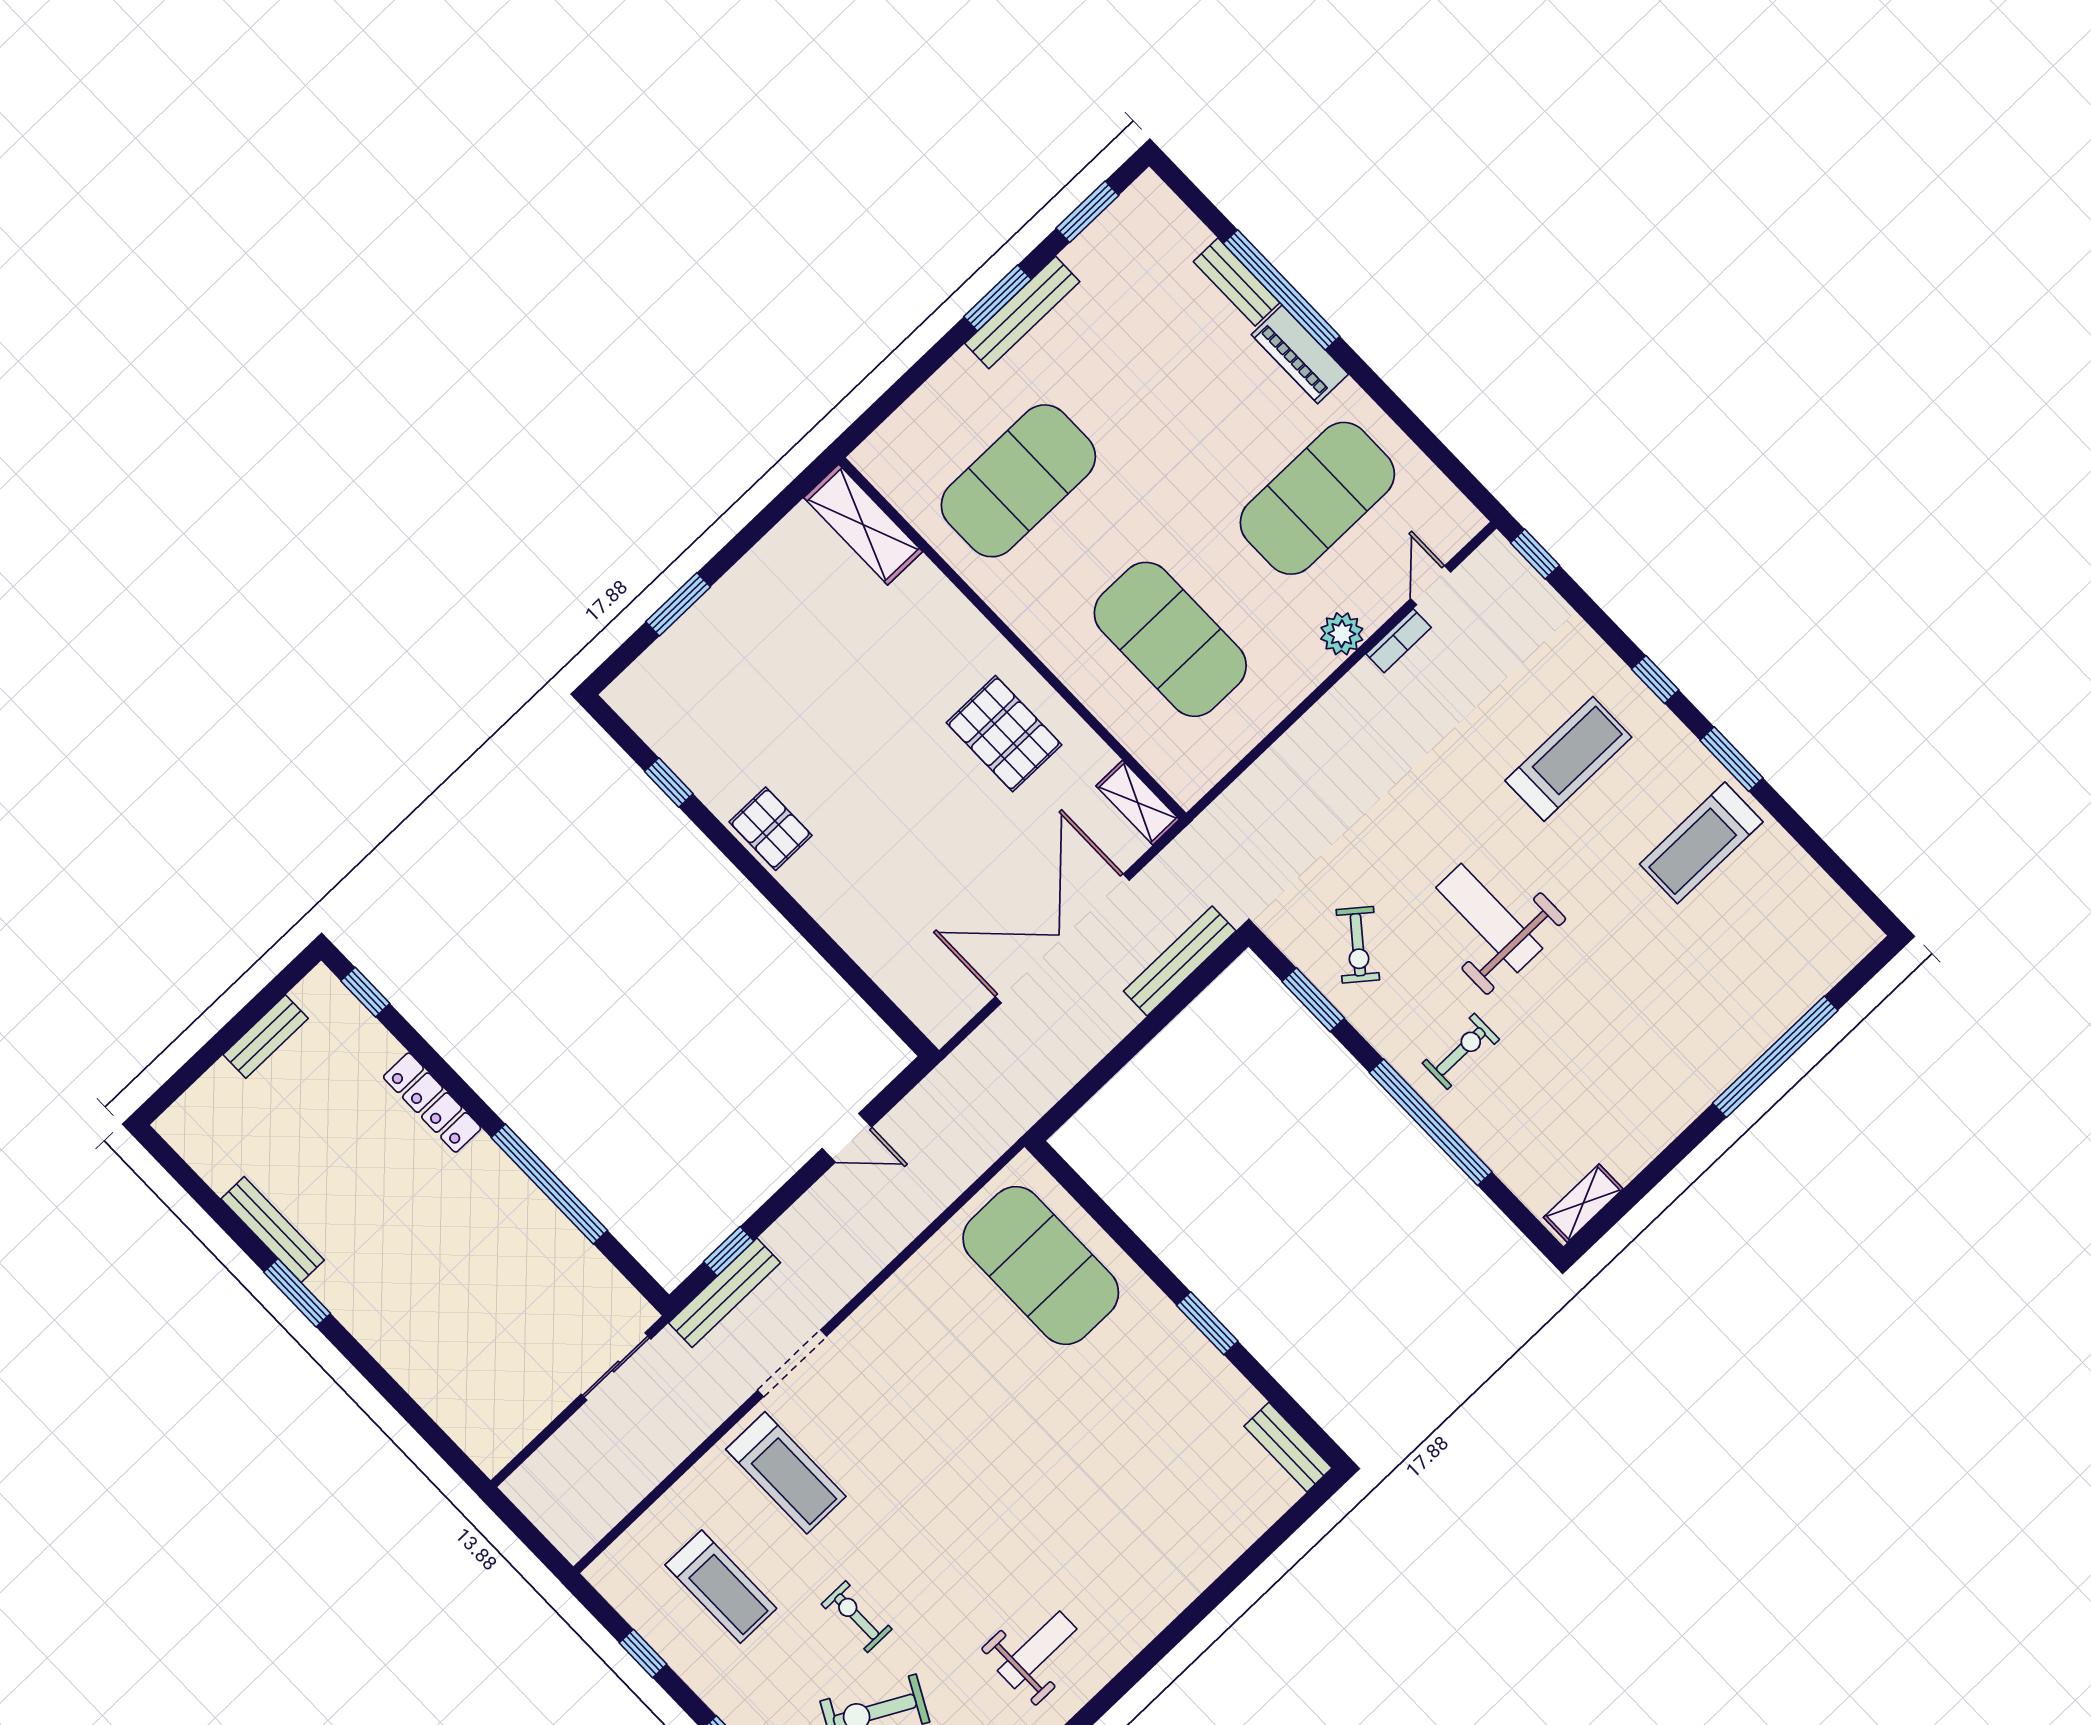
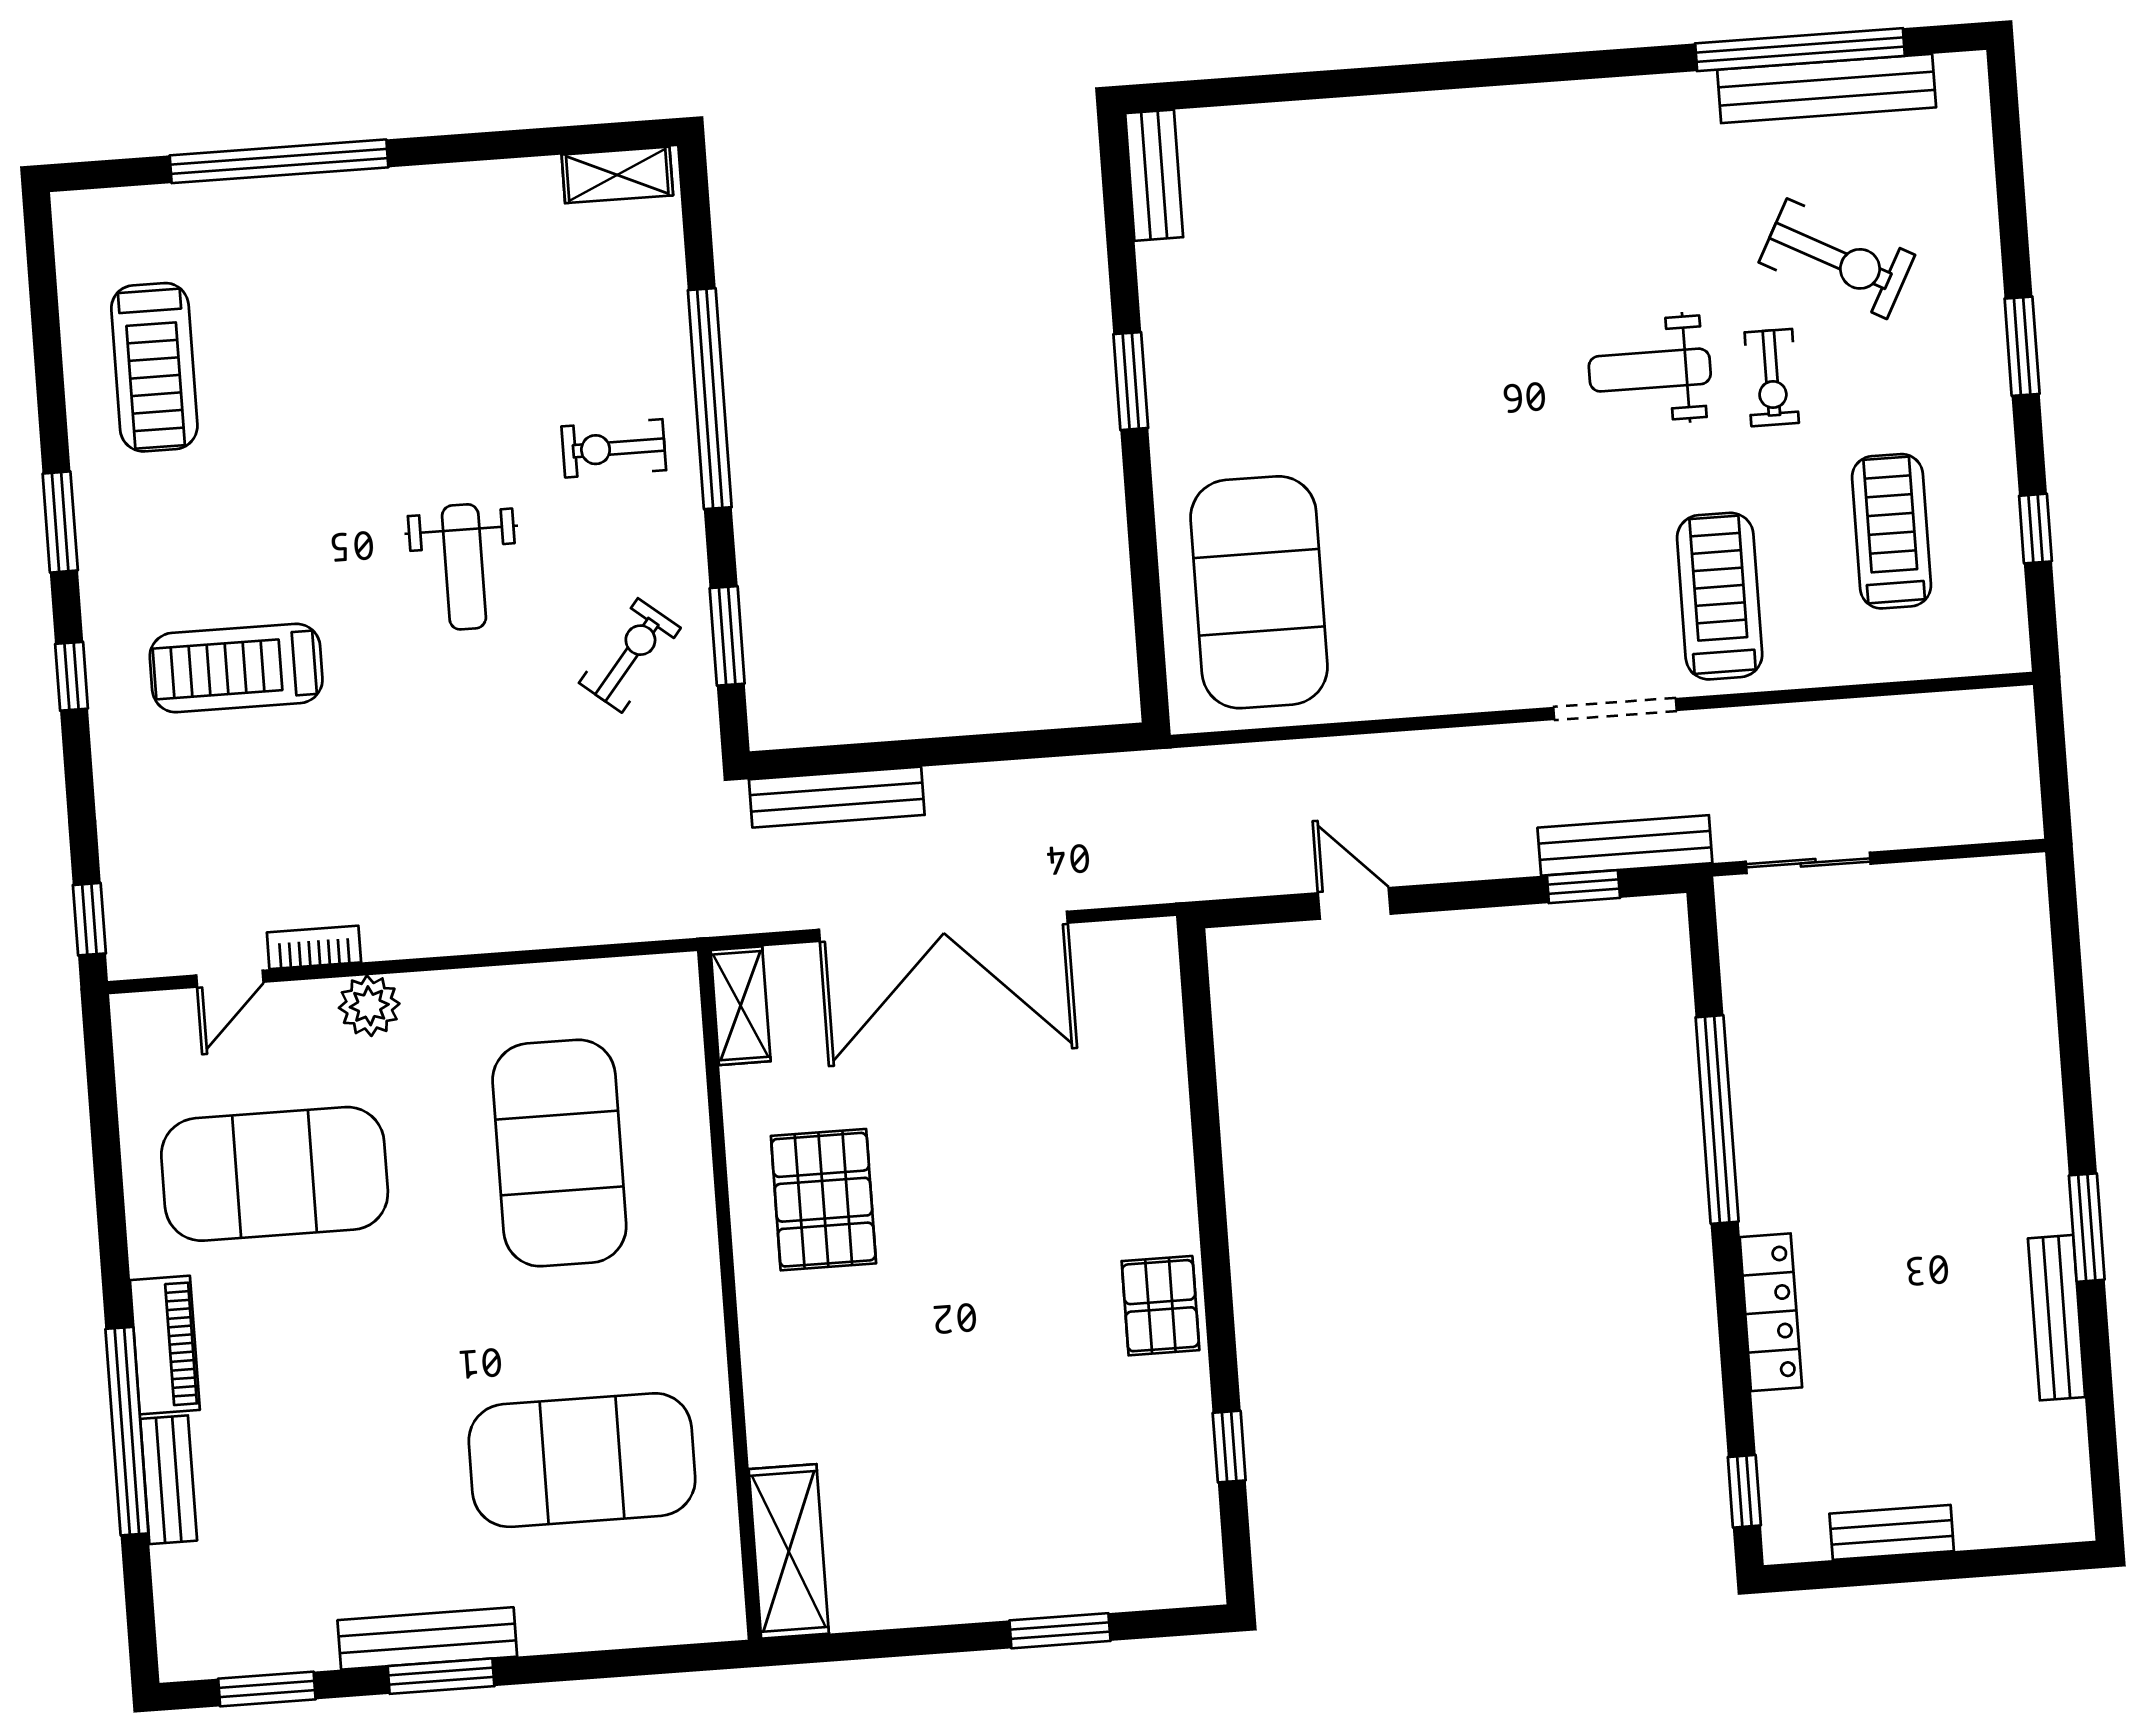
treadmill: (1701, 843) -> (154, 367), moved, turned 90
weight bench: (1489, 918) -> (464, 567), width x0.73, depth x0.75
weight bench: (1037, 1650) -> (1650, 370), moved

